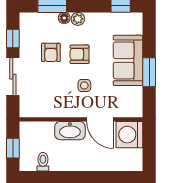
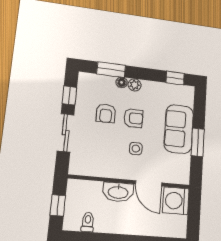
armchair: (79, 54) -> (133, 118), turned 180

